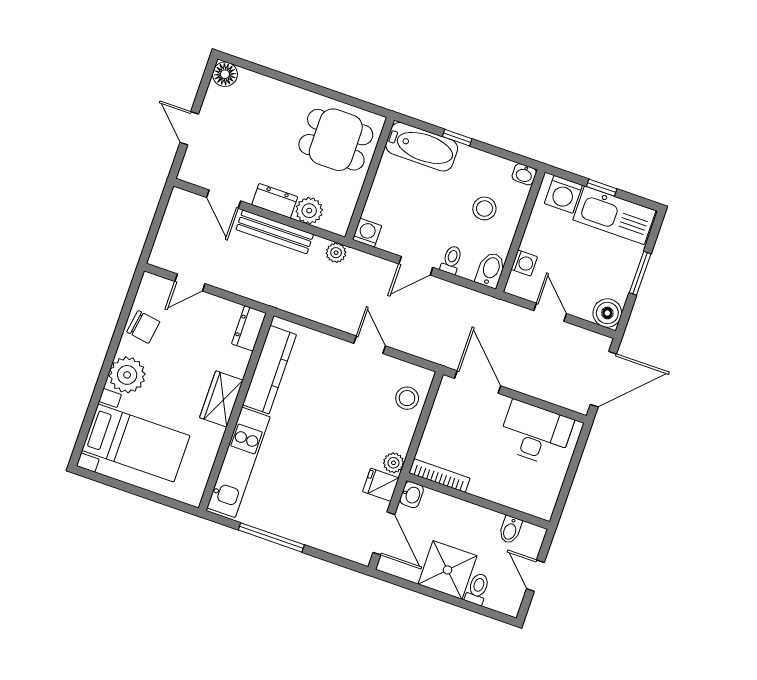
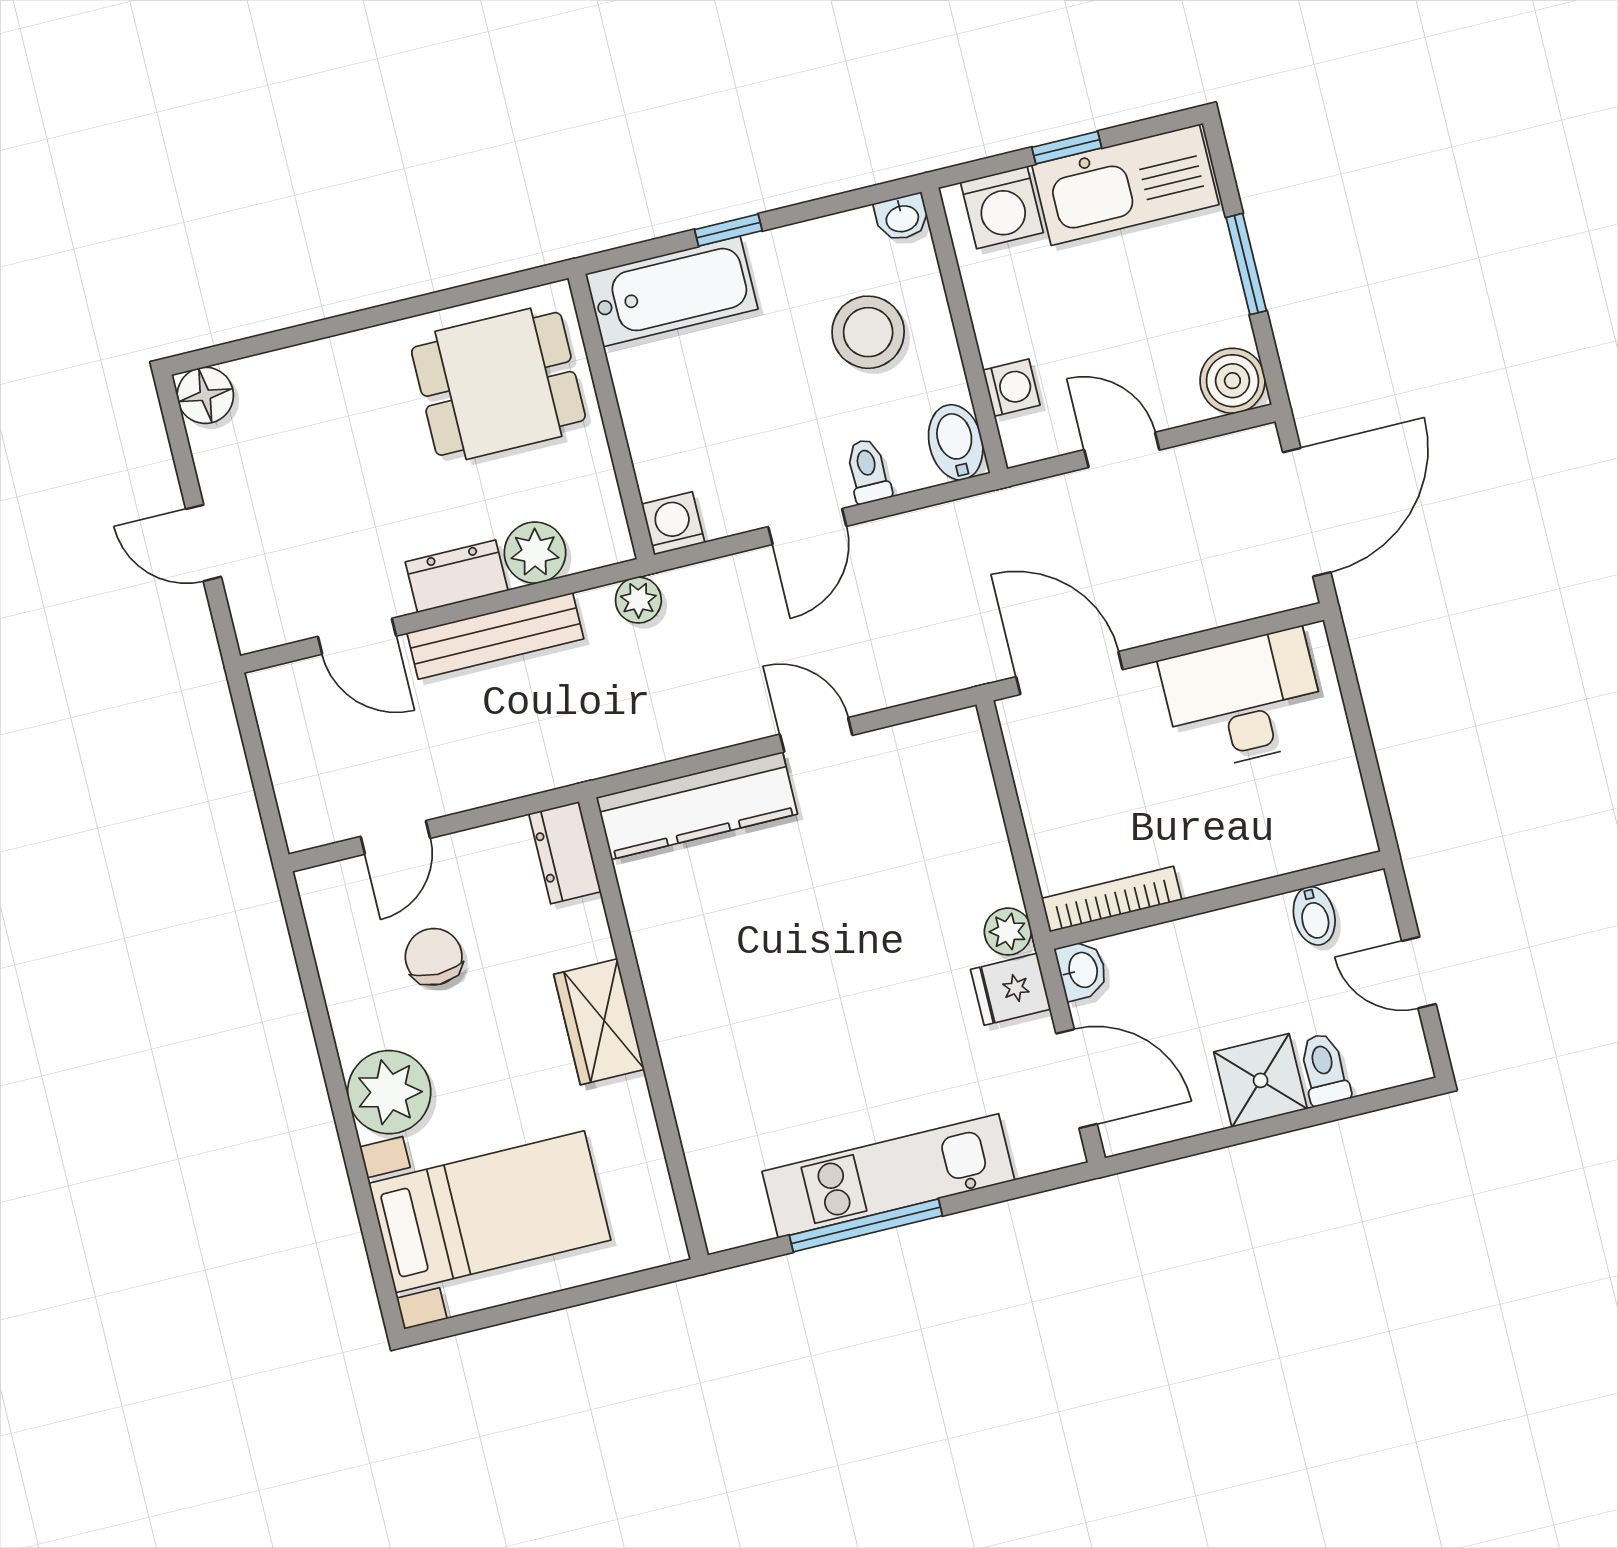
stool: (484, 208) -> (868, 332), width x1.38, depth x1.38
chair: (143, 327) -> (434, 957), moved, turned -99
kitchen counter: (270, 370) -> (697, 806), moved, turned 90
stool: (407, 398) -> (954, 791), removed
kitchen unit: (239, 462) -> (888, 1176), moved, turned -90
shower: (447, 570) -> (1261, 1080), width x0.73, depth x0.73

